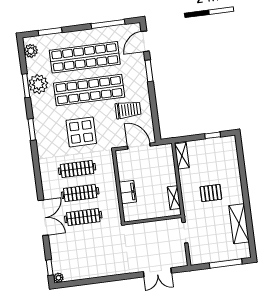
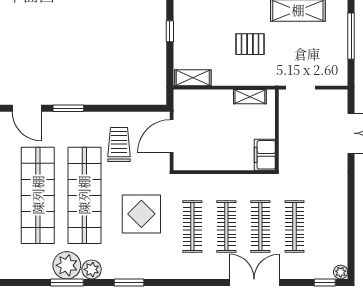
plant: (31, 51) -> (92, 269), moved
filing cabinet: (128, 192) -> (265, 155), moved, turned -90
pallet: (211, 193) -> (250, 44), turned 90
clothes rail: (86, 241) -> (295, 226), added

